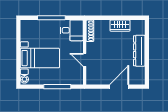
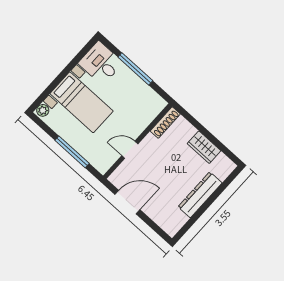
desk: (72, 30) -> (101, 63), moved, turned 180
door: (85, 60) -> (130, 150), hinge flipped
door: (119, 87) -> (127, 202), moved

